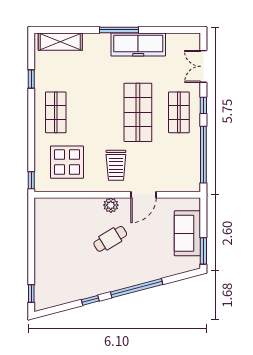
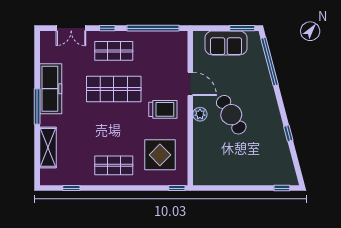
shelving: (60, 42) -> (48, 147), moved
window: (31, 79) -> (71, 188), moved
cafe table: (110, 239) -> (231, 115), width x1.37, depth x1.35
window: (137, 288) -> (270, 62), moved

